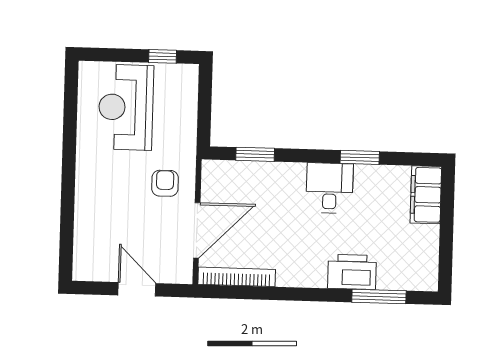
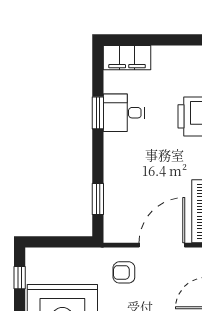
desk: (330, 188) -> (124, 113), moved
door: (197, 230) -> (162, 245), hinge flipped

